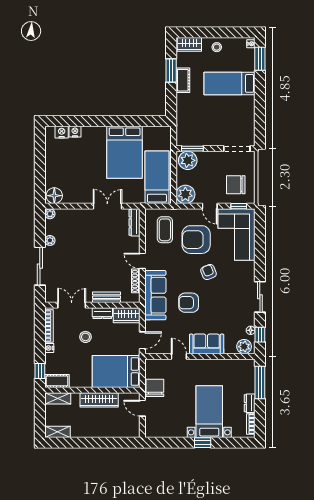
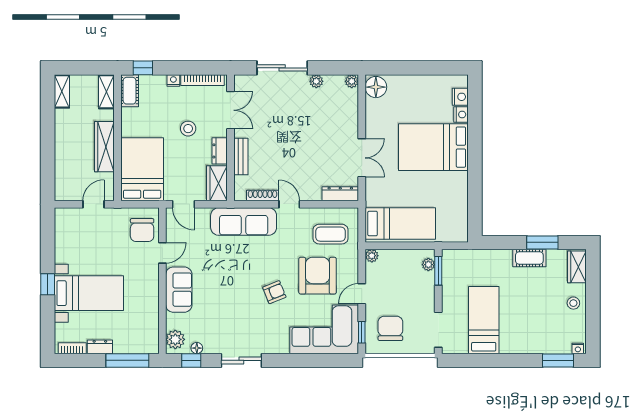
bed: (229, 83) -> (484, 320), moved
bed: (125, 152) -> (433, 147), moved
plant: (188, 160) -> (428, 265), width x0.53, depth x0.53
plant: (185, 194) -> (372, 256), width x0.53, depth x0.53
door: (142, 261) -> (289, 204), hinge flipped
armchair: (189, 303) -> (234, 266), removed
chair: (155, 388) -> (142, 230), moved, turned 90

